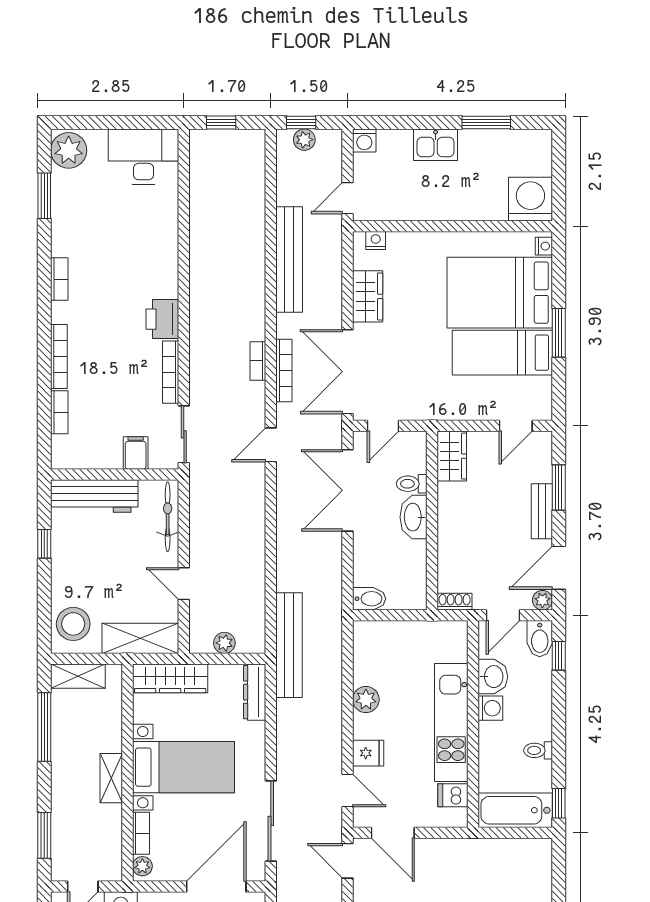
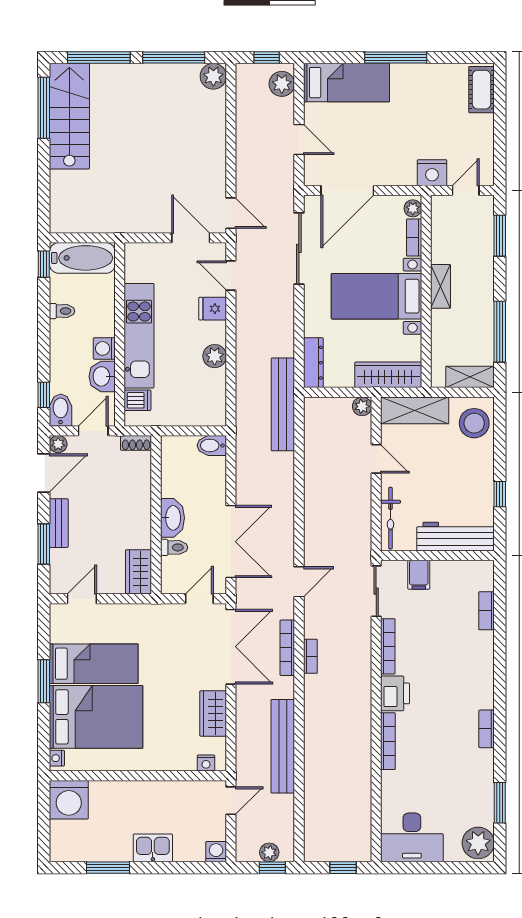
bookcase: (59, 357) -> (388, 741), moved, turned 180
plant: (224, 643) -> (362, 406), moved
dishwasher: (453, 795) -> (138, 400), moved

